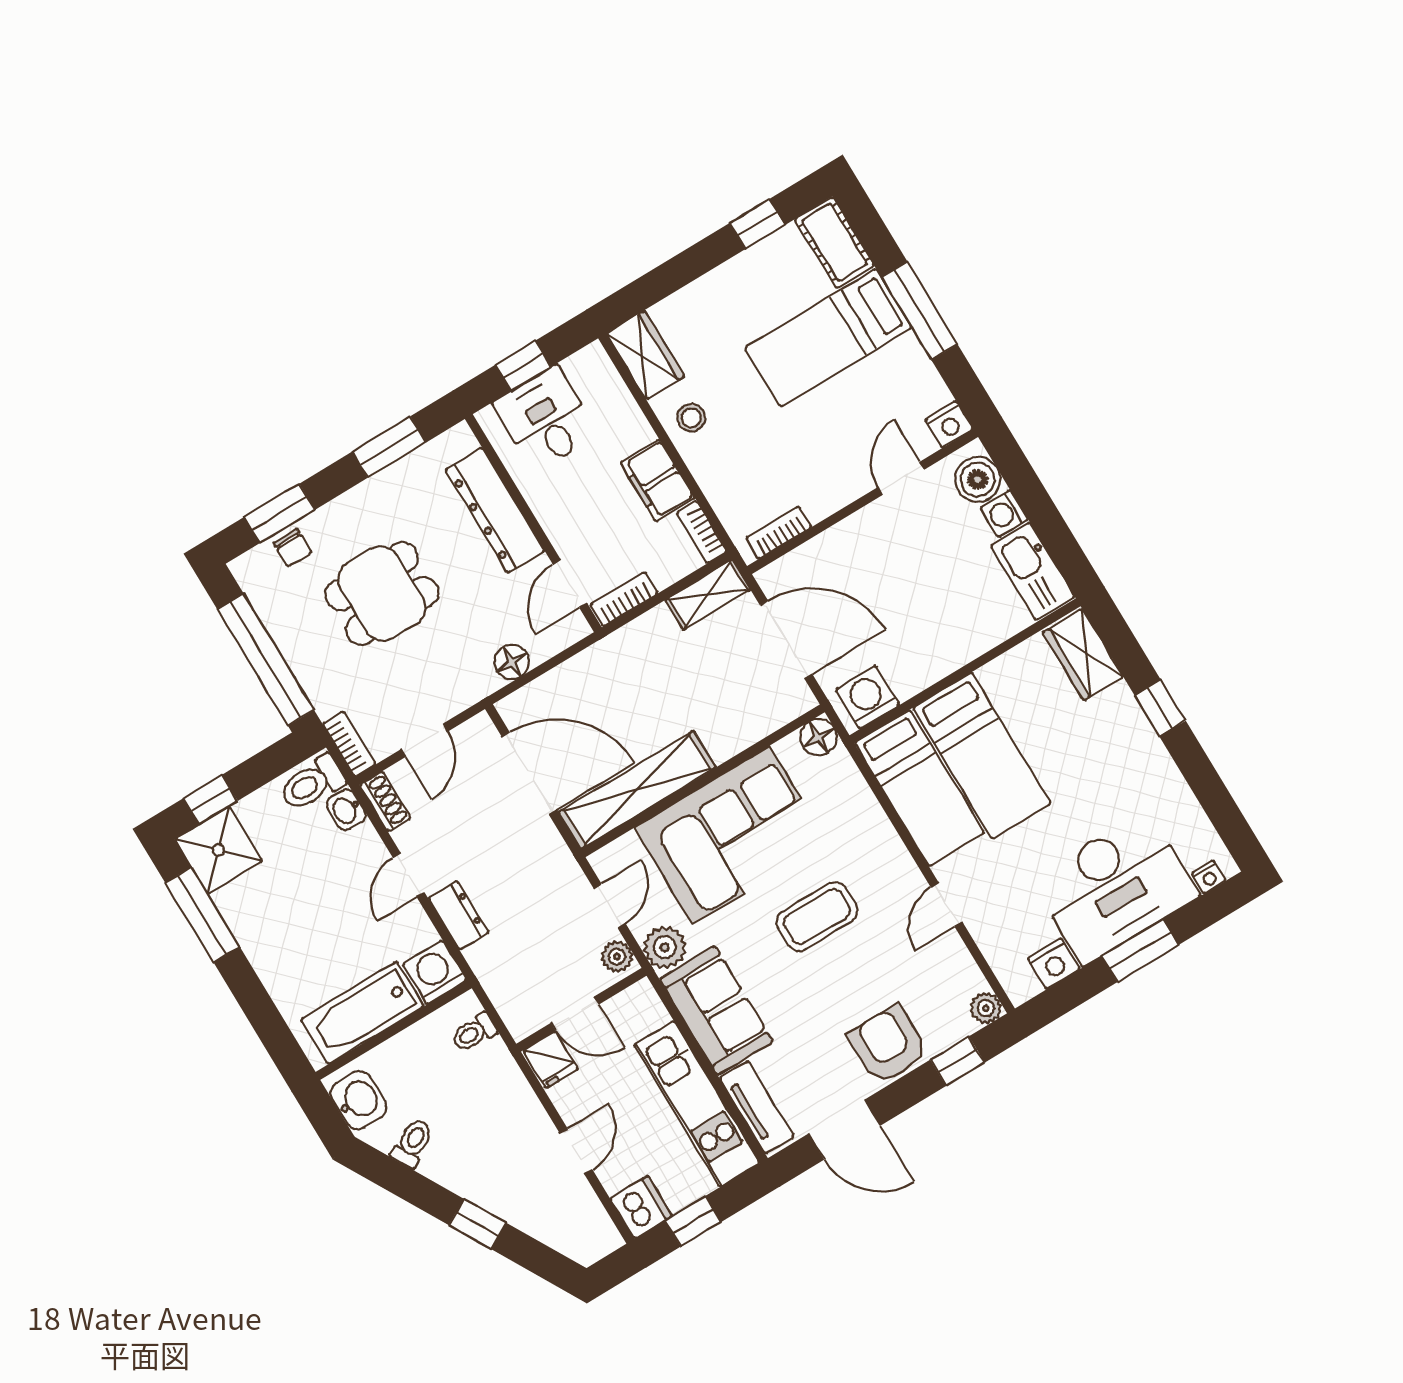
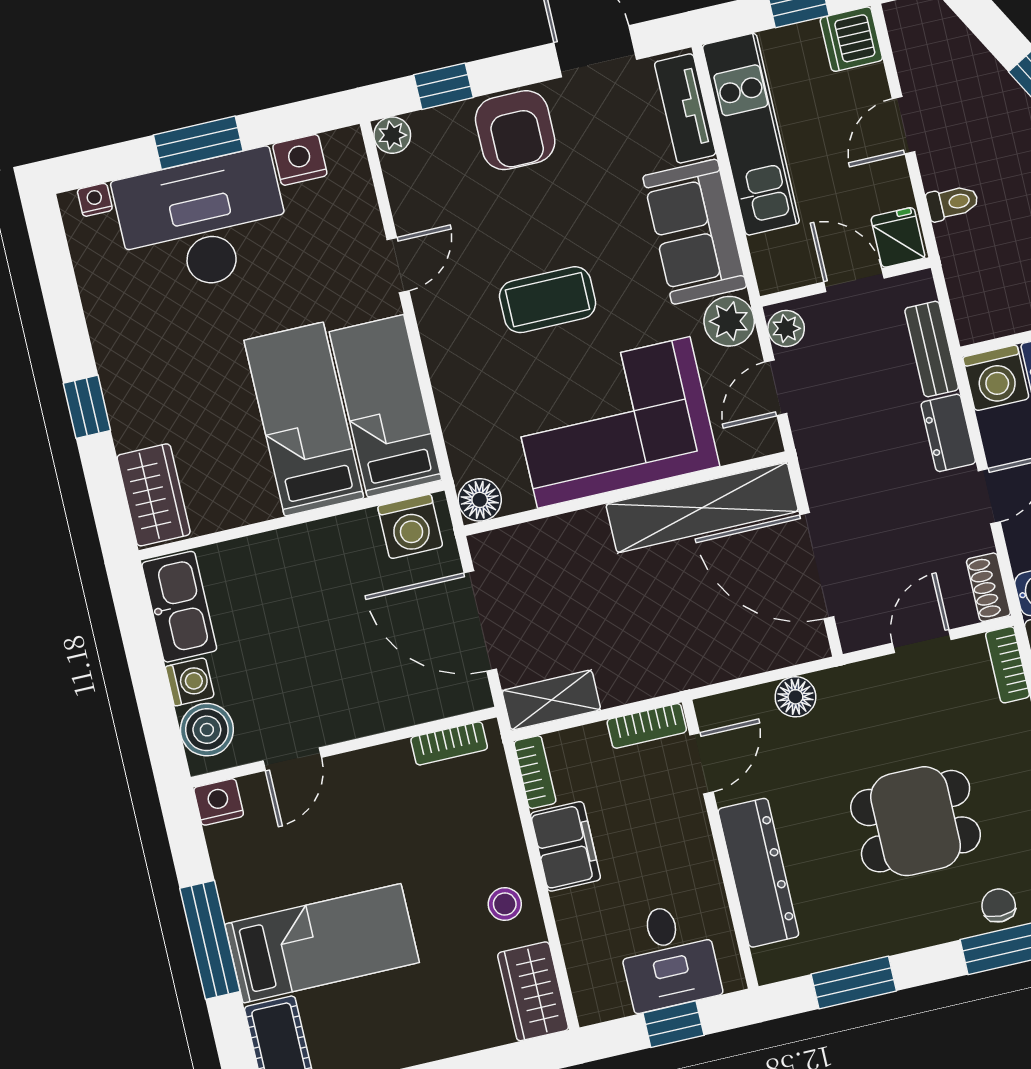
bench: (494, 979) -> (932, 349), added
toilet: (474, 1032) -> (952, 203), moved

